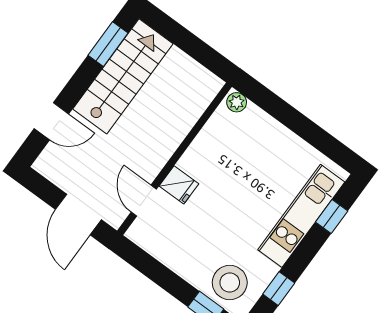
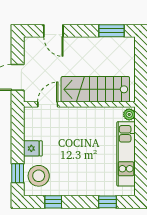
stairs: (123, 76) -> (95, 89), moved, turned 180
fridge: (179, 185) -> (33, 148), moved, turned -90
kitchen unit: (301, 216) -> (126, 154), moved, turned -90

